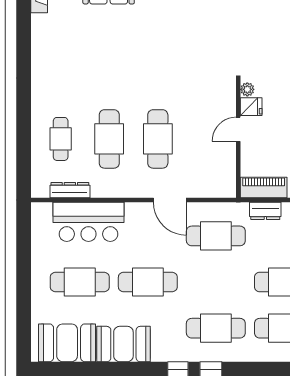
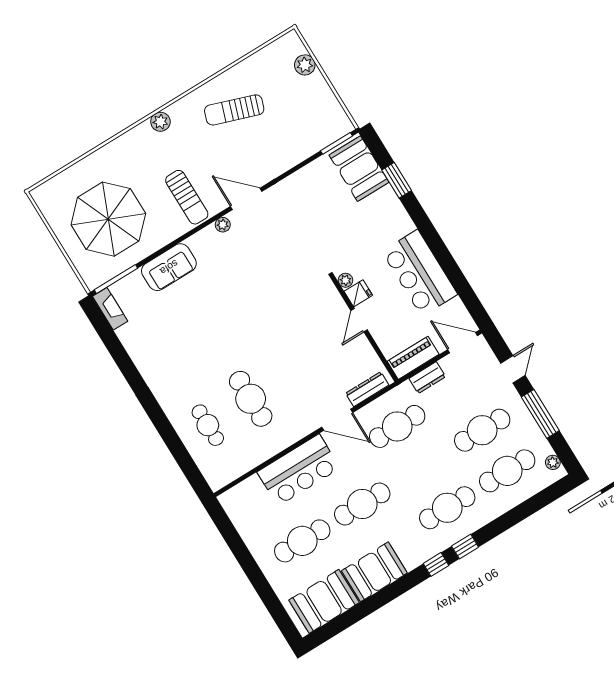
cafe table: (158, 139) -> (293, 372), removed
dresser: (70, 190) -> (367, 389), moved
bar counter: (88, 222) -> (299, 470), moved

